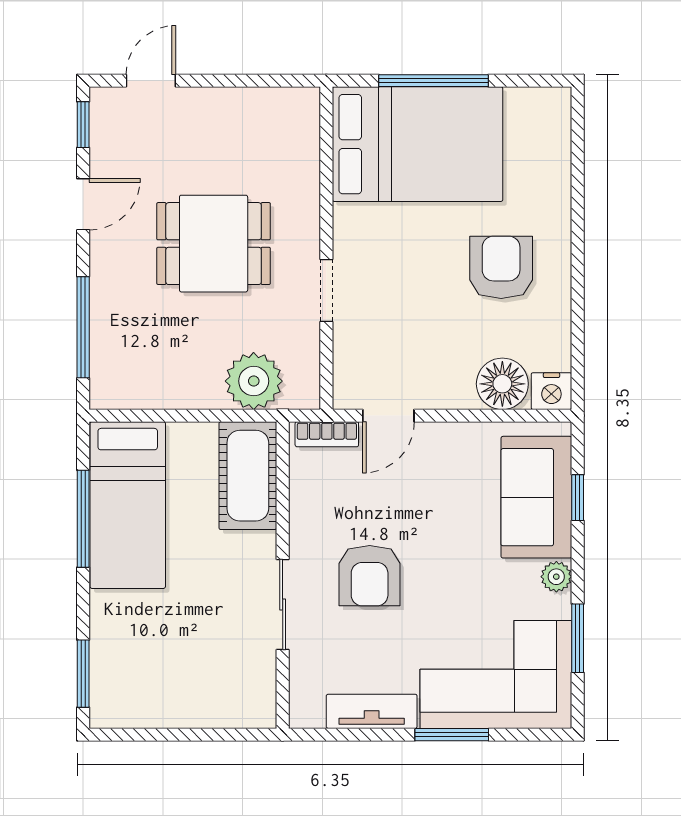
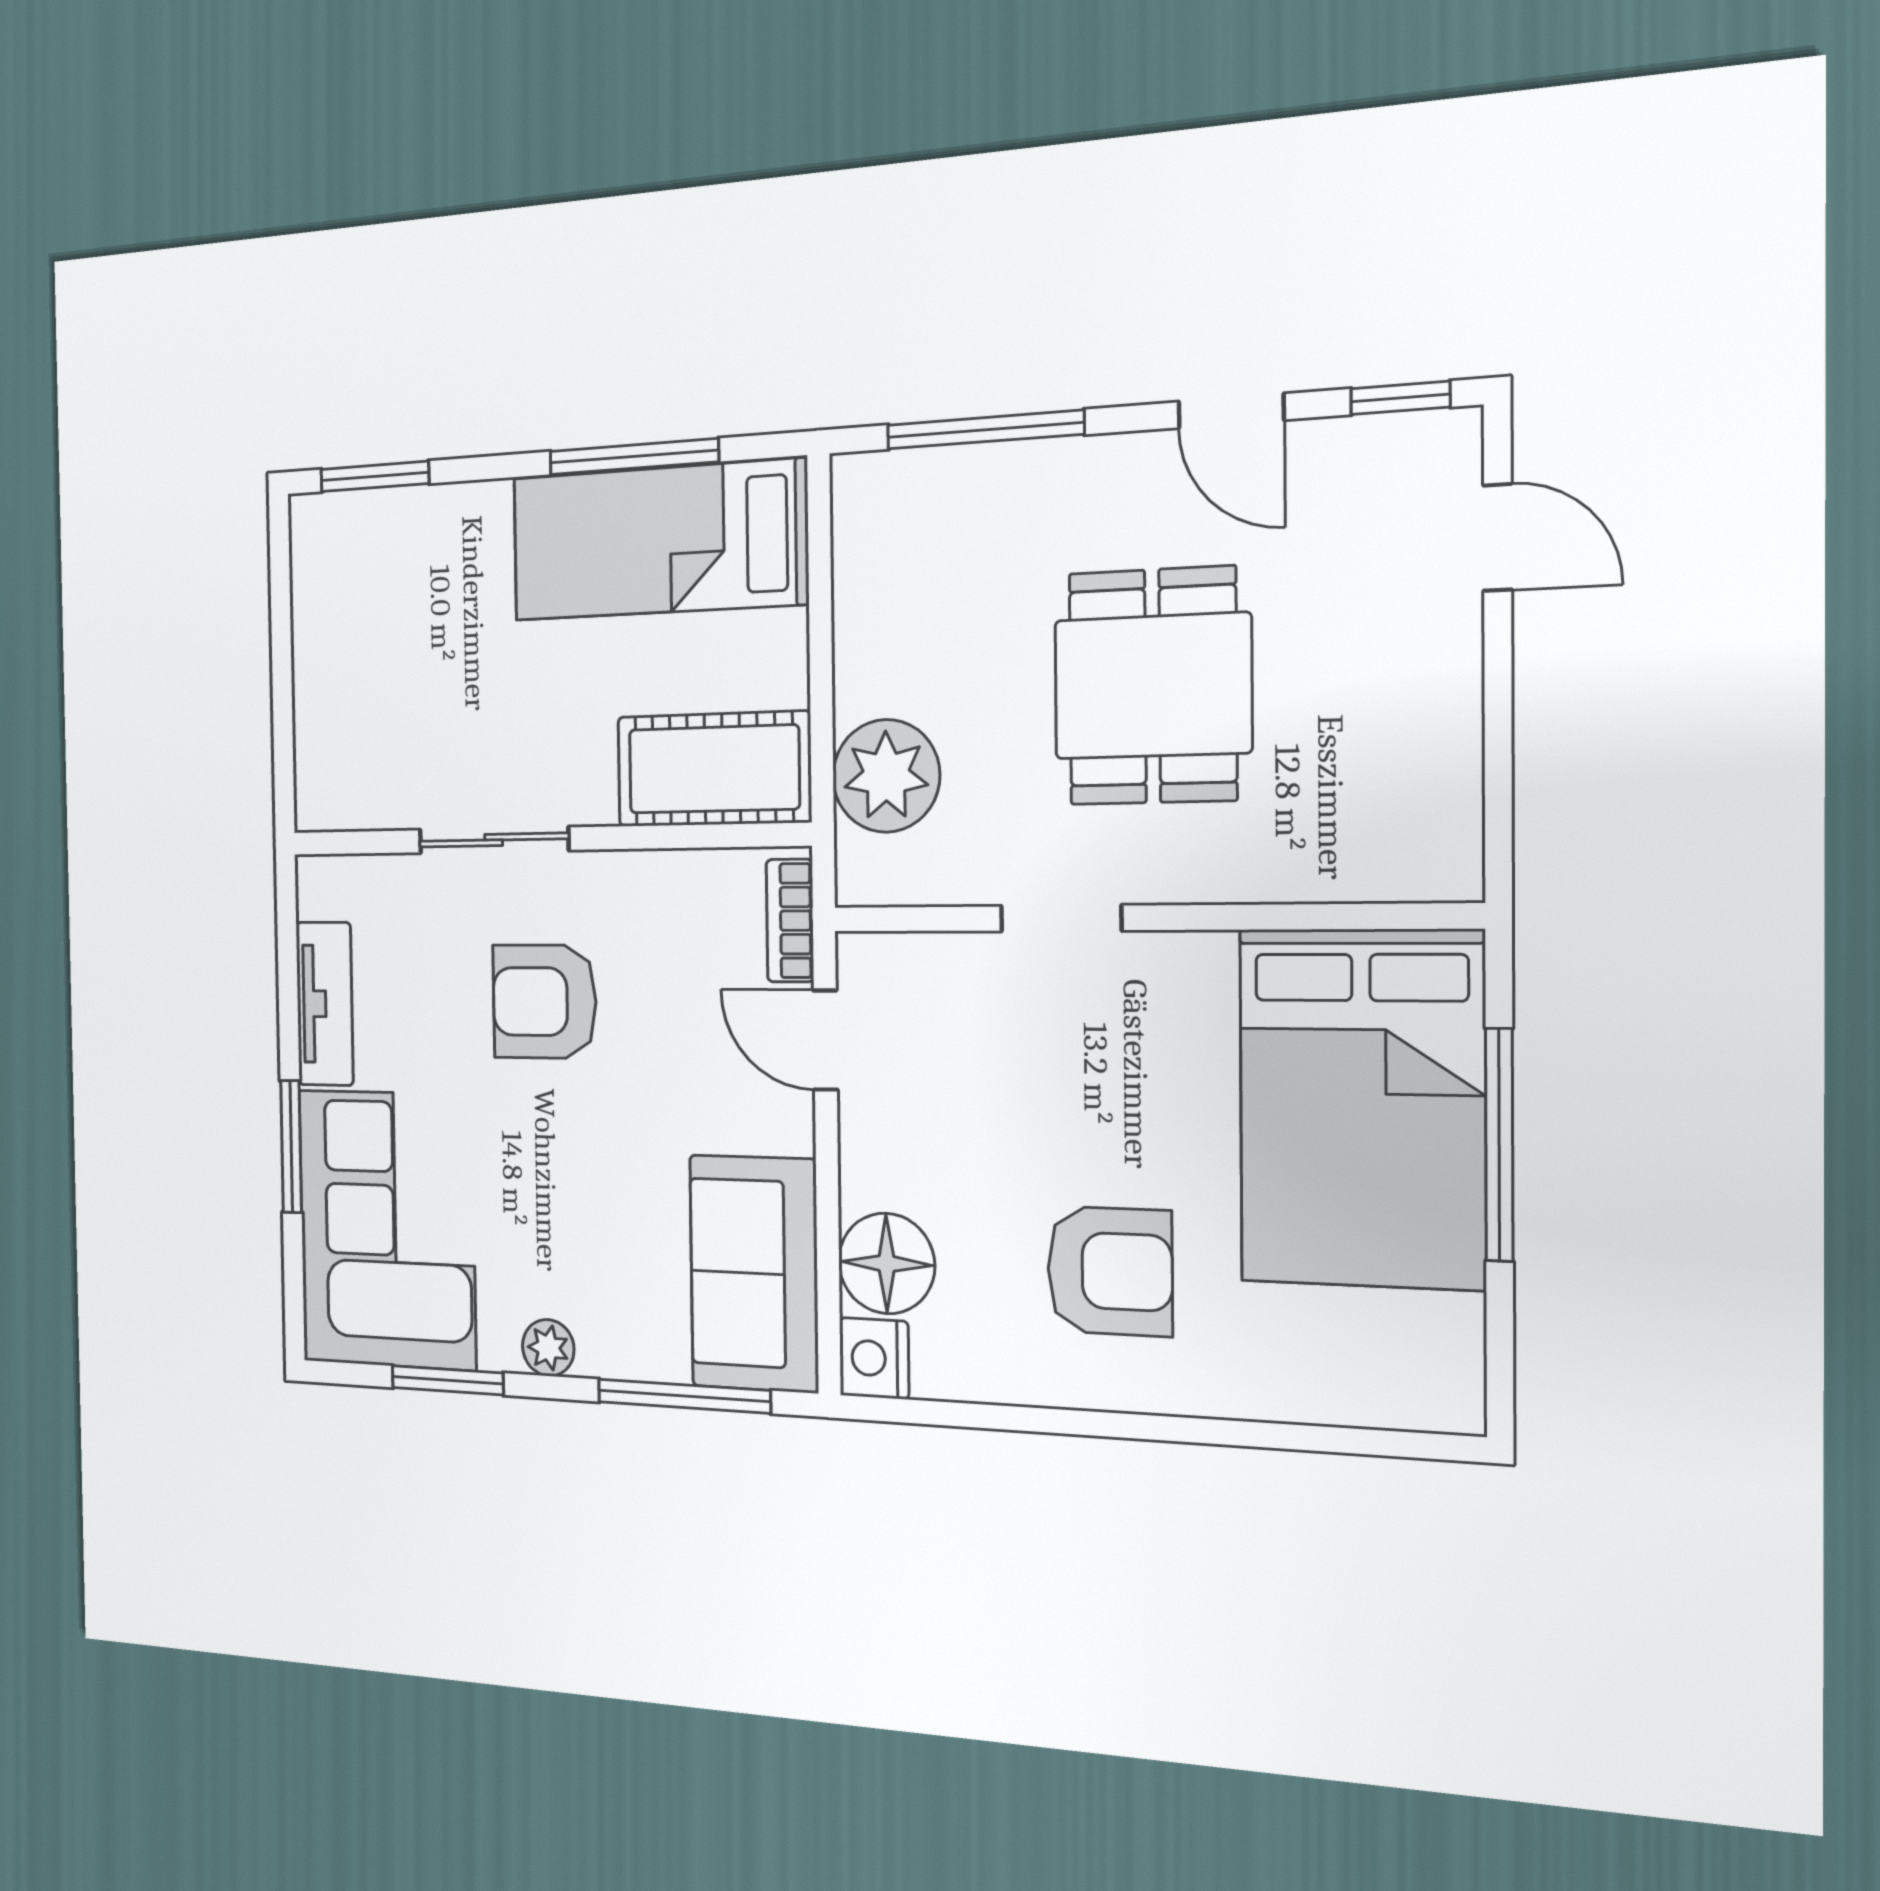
sofa: (536, 497) -> (754, 1273), moved, turned -90
window: (578, 498) -> (684, 1396), width x2.17

